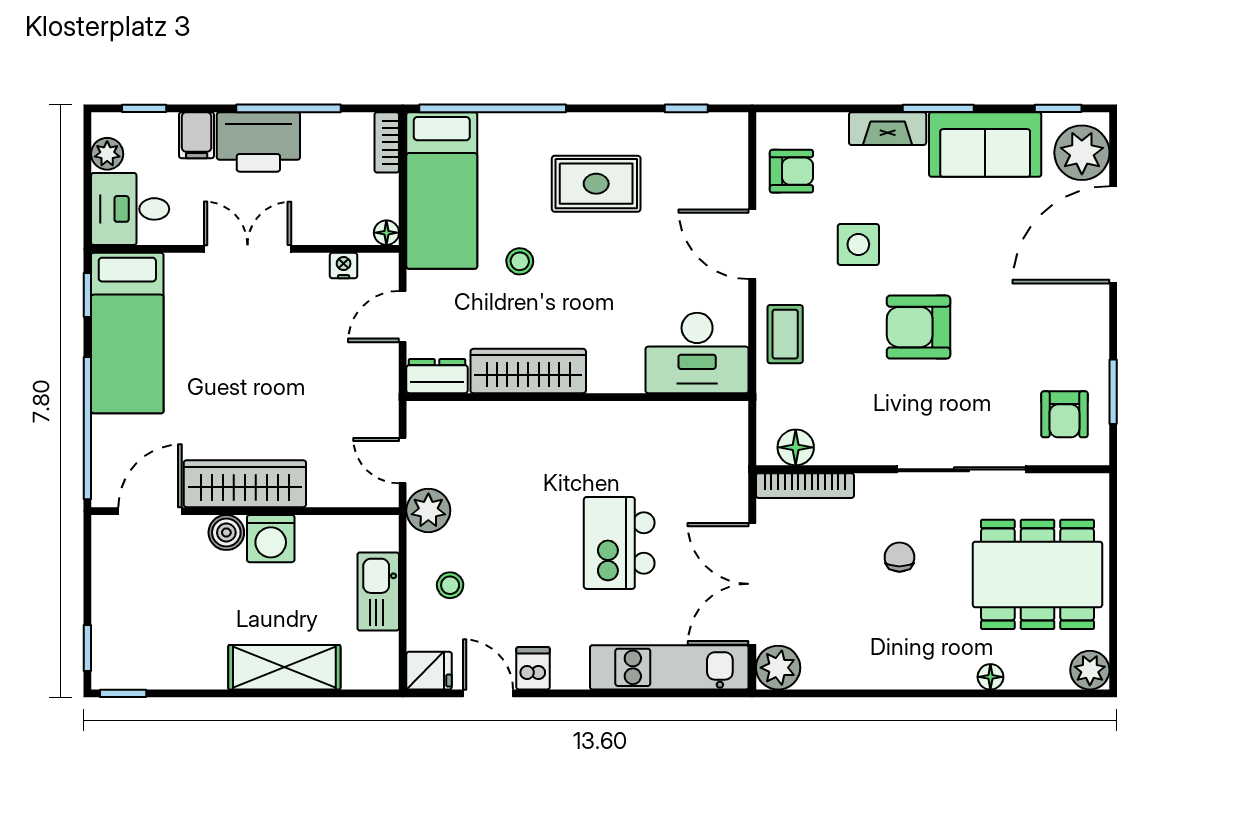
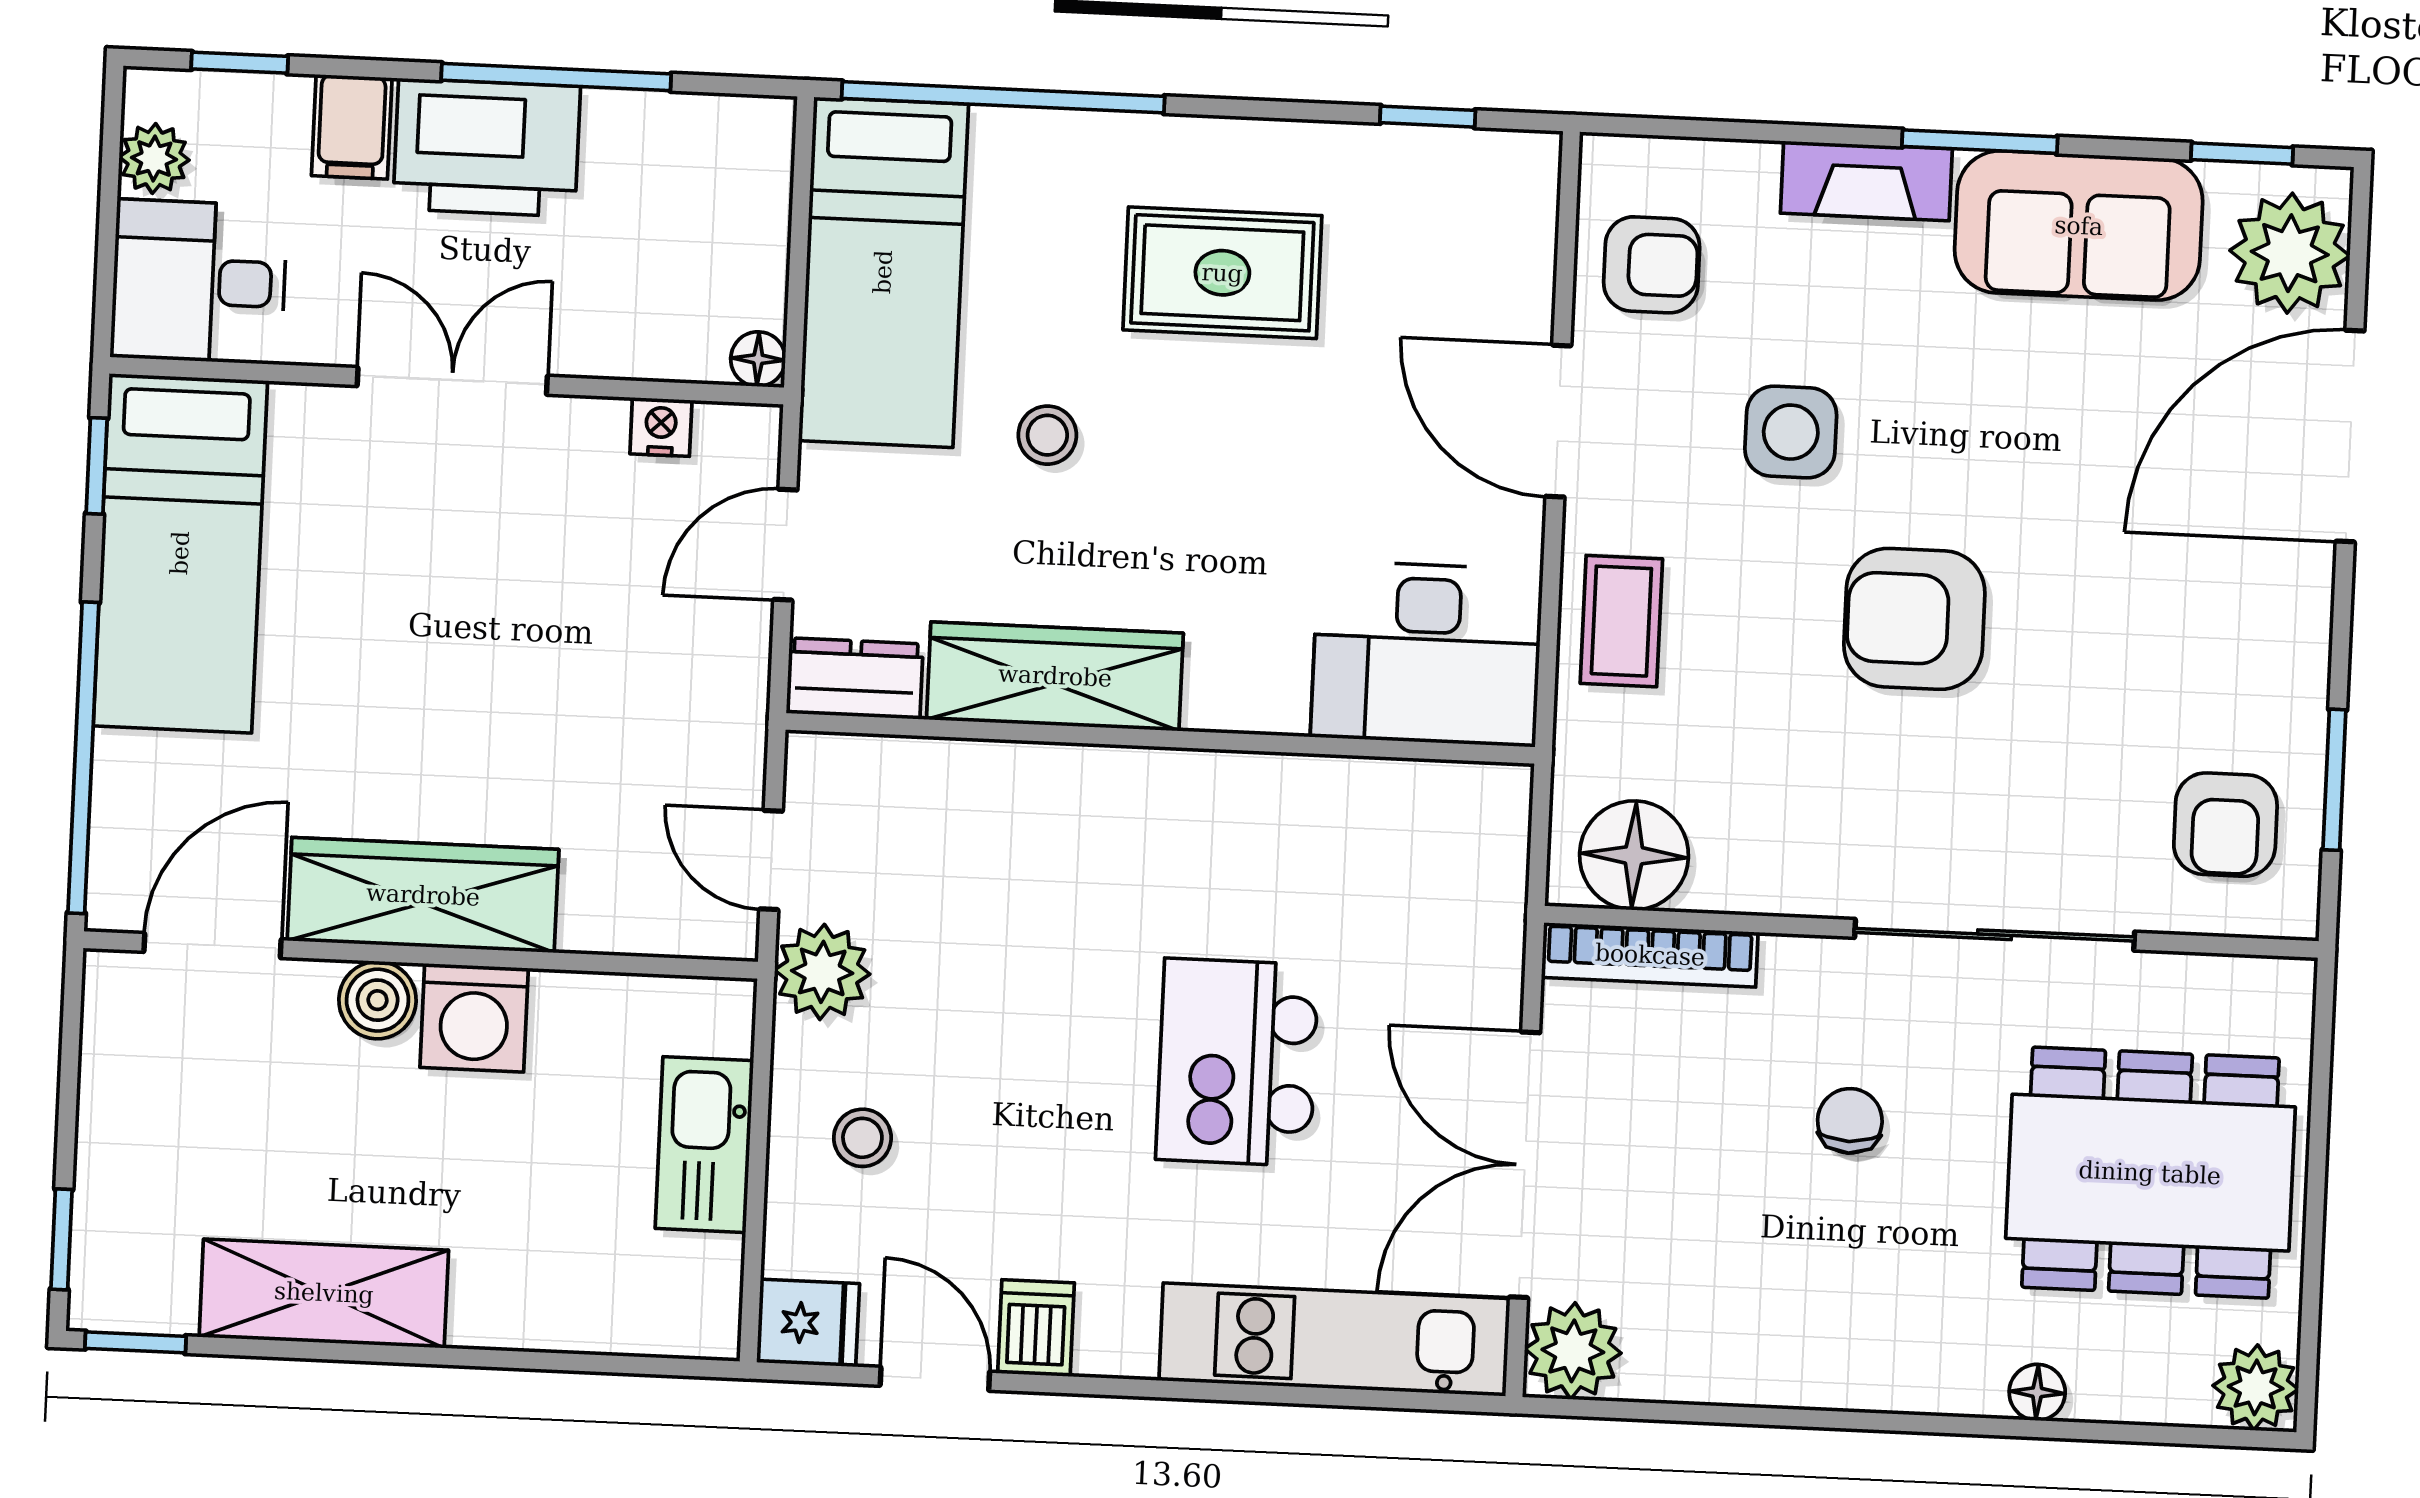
bookcase: (387, 142) -> (768, 161), removed
floor lamp: (796, 447) -> (1634, 855), width x1.38, depth x1.38
shelving: (284, 667) -> (324, 1293), moved

